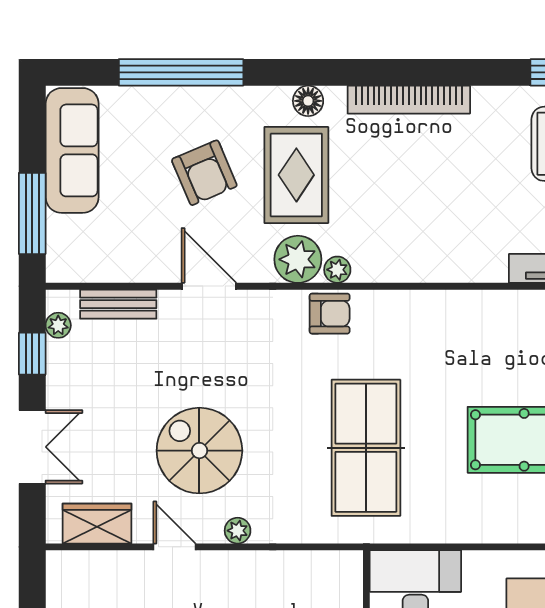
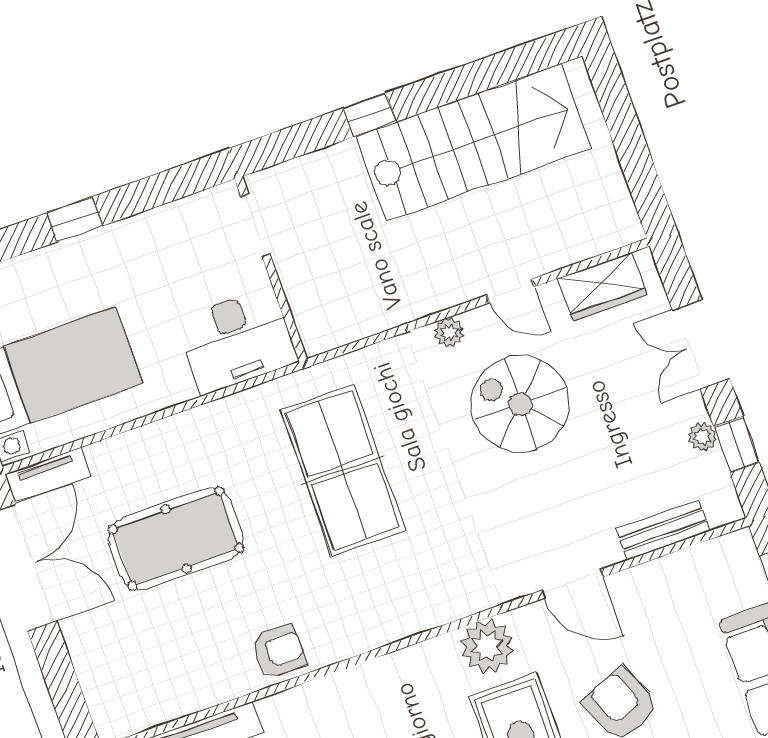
plant: (337, 270) -> (441, 650), removed
armchair: (330, 314) -> (279, 651), moved, turned 180
plant: (58, 325) -> (702, 437), moved
spiral stairs: (199, 451) -> (520, 404), turned 180

